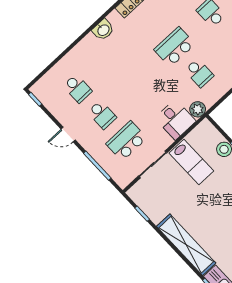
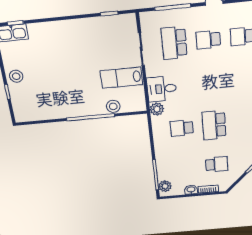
school desk: (175, 47) -> (214, 125), turned 180
school desk: (126, 141) -> (174, 43), turned 180
shelving: (186, 245) -> (60, 29), removed

